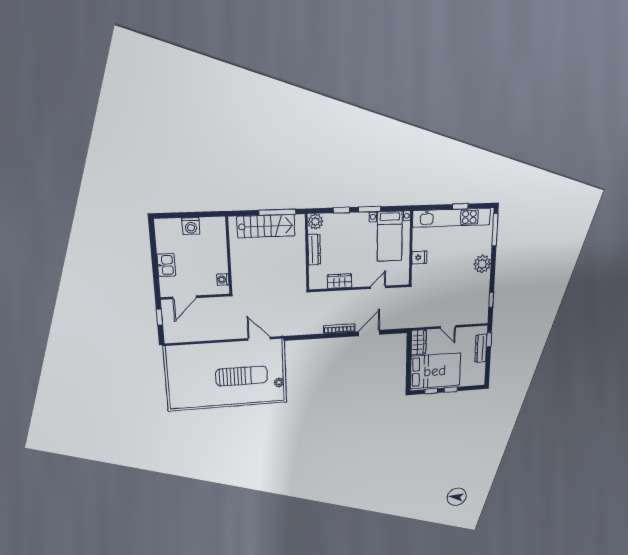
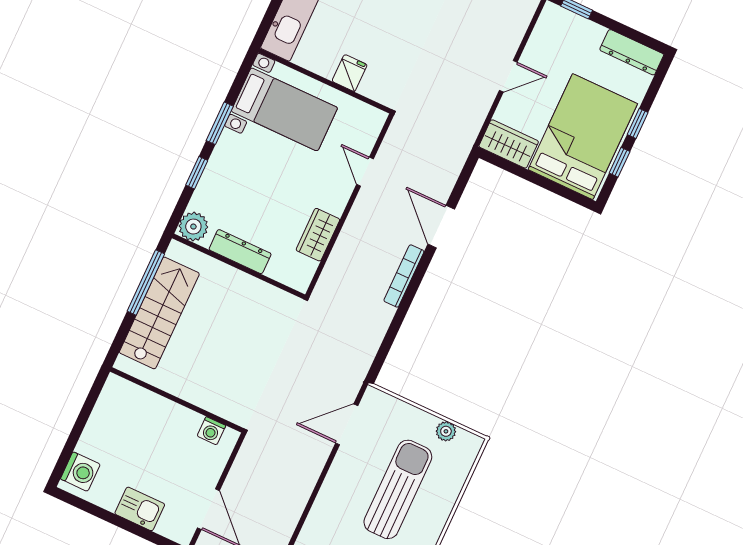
washing machine: (191, 226) -> (80, 472), moved
dresser: (481, 348) -> (632, 52), moved

